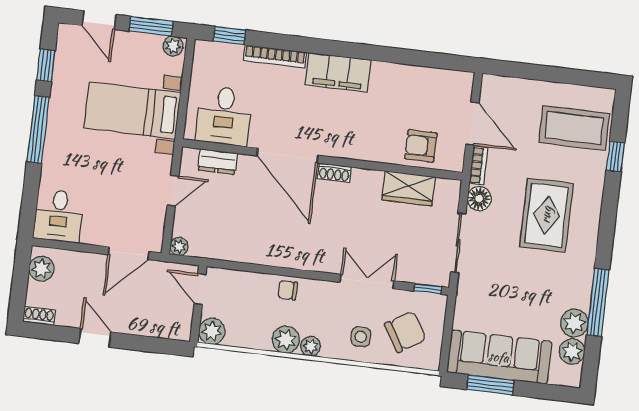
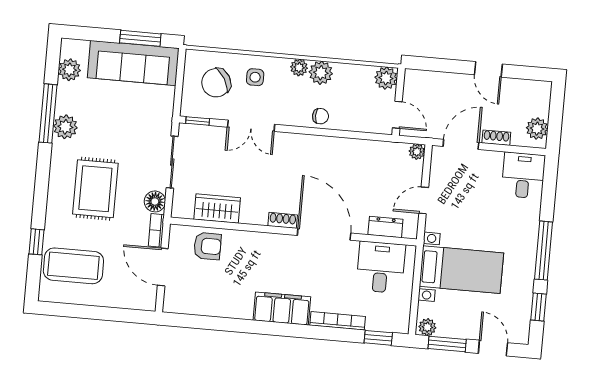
shoe rack: (39, 316) -> (496, 138), moved, turned 180
plant: (574, 323) -> (65, 127), moved

